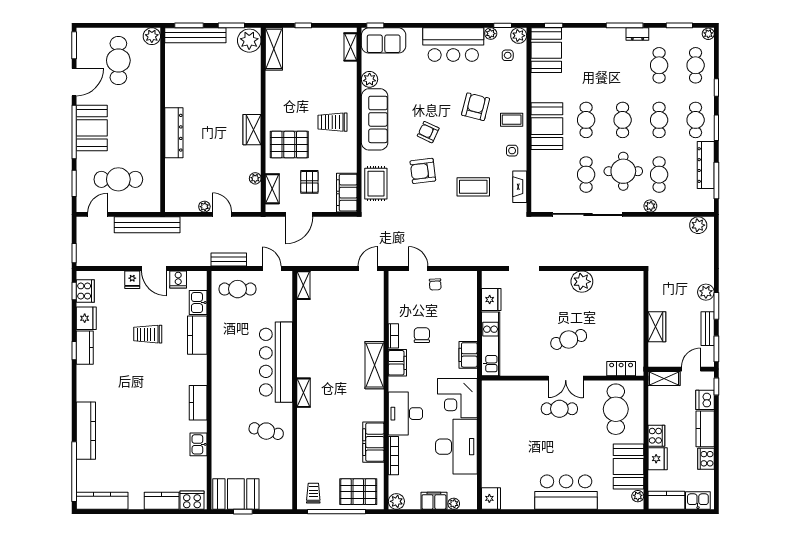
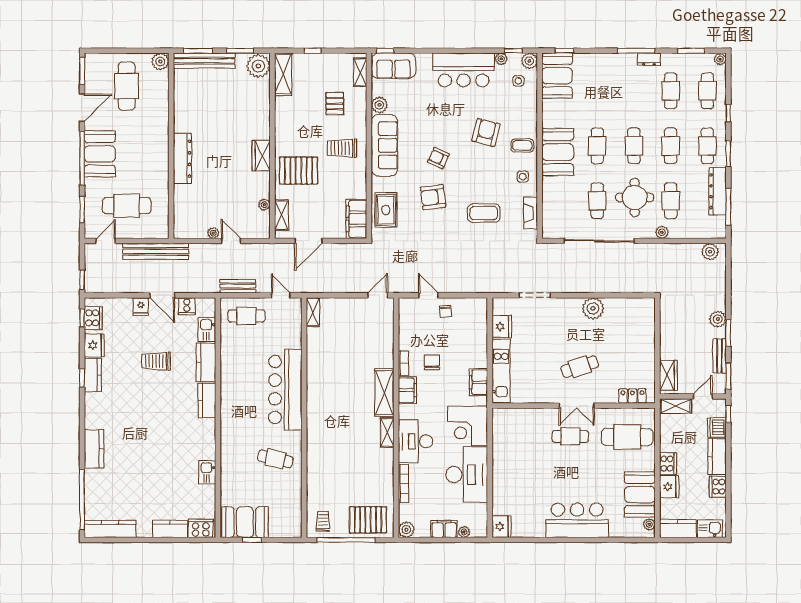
pallet: (309, 182) -> (335, 104), moved
wardrobe: (657, 327) -> (668, 375), moved
shelving: (304, 393) -> (387, 432), moved
kitchen counter: (198, 403) -> (207, 400), moved
cafe table: (616, 409) -> (627, 437), turned 90
kitchen counter: (86, 431) -> (94, 449), width x0.67
filing cabinet: (373, 442) -> (383, 470), removed

